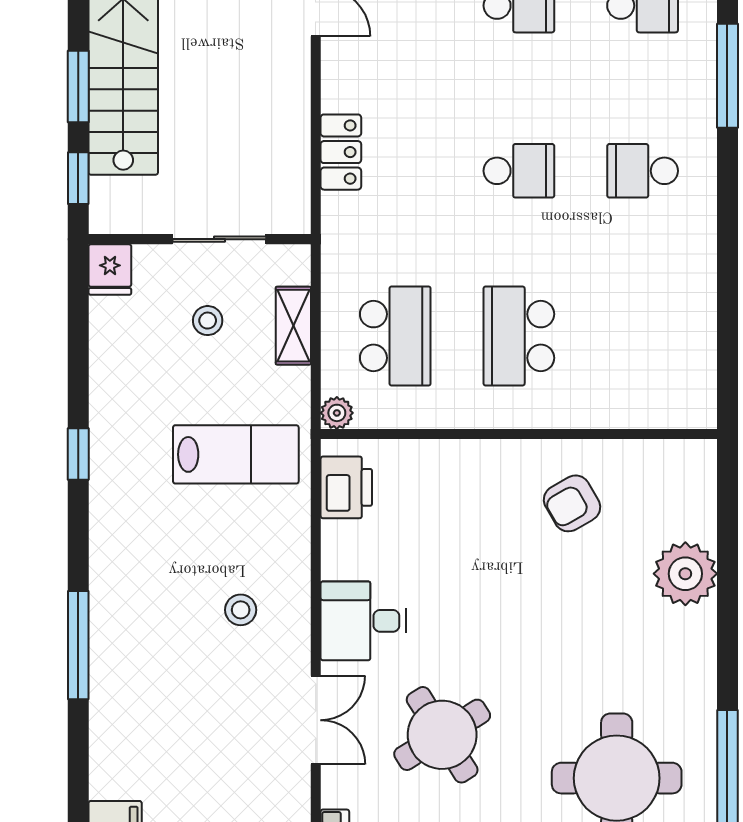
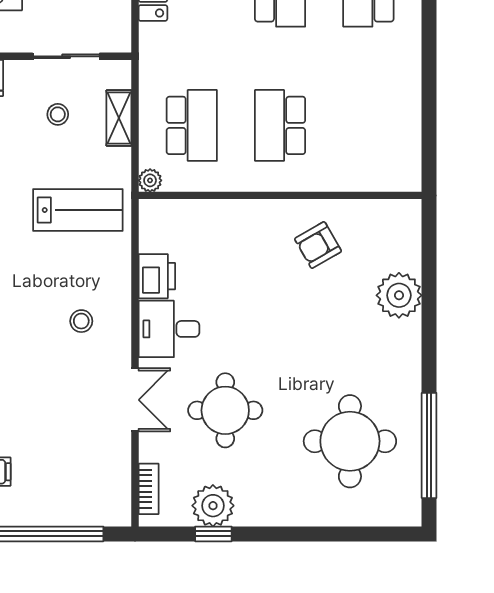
printer: (346, 487) -> (157, 276), moved
round table: (442, 735) -> (225, 410), turned 32

